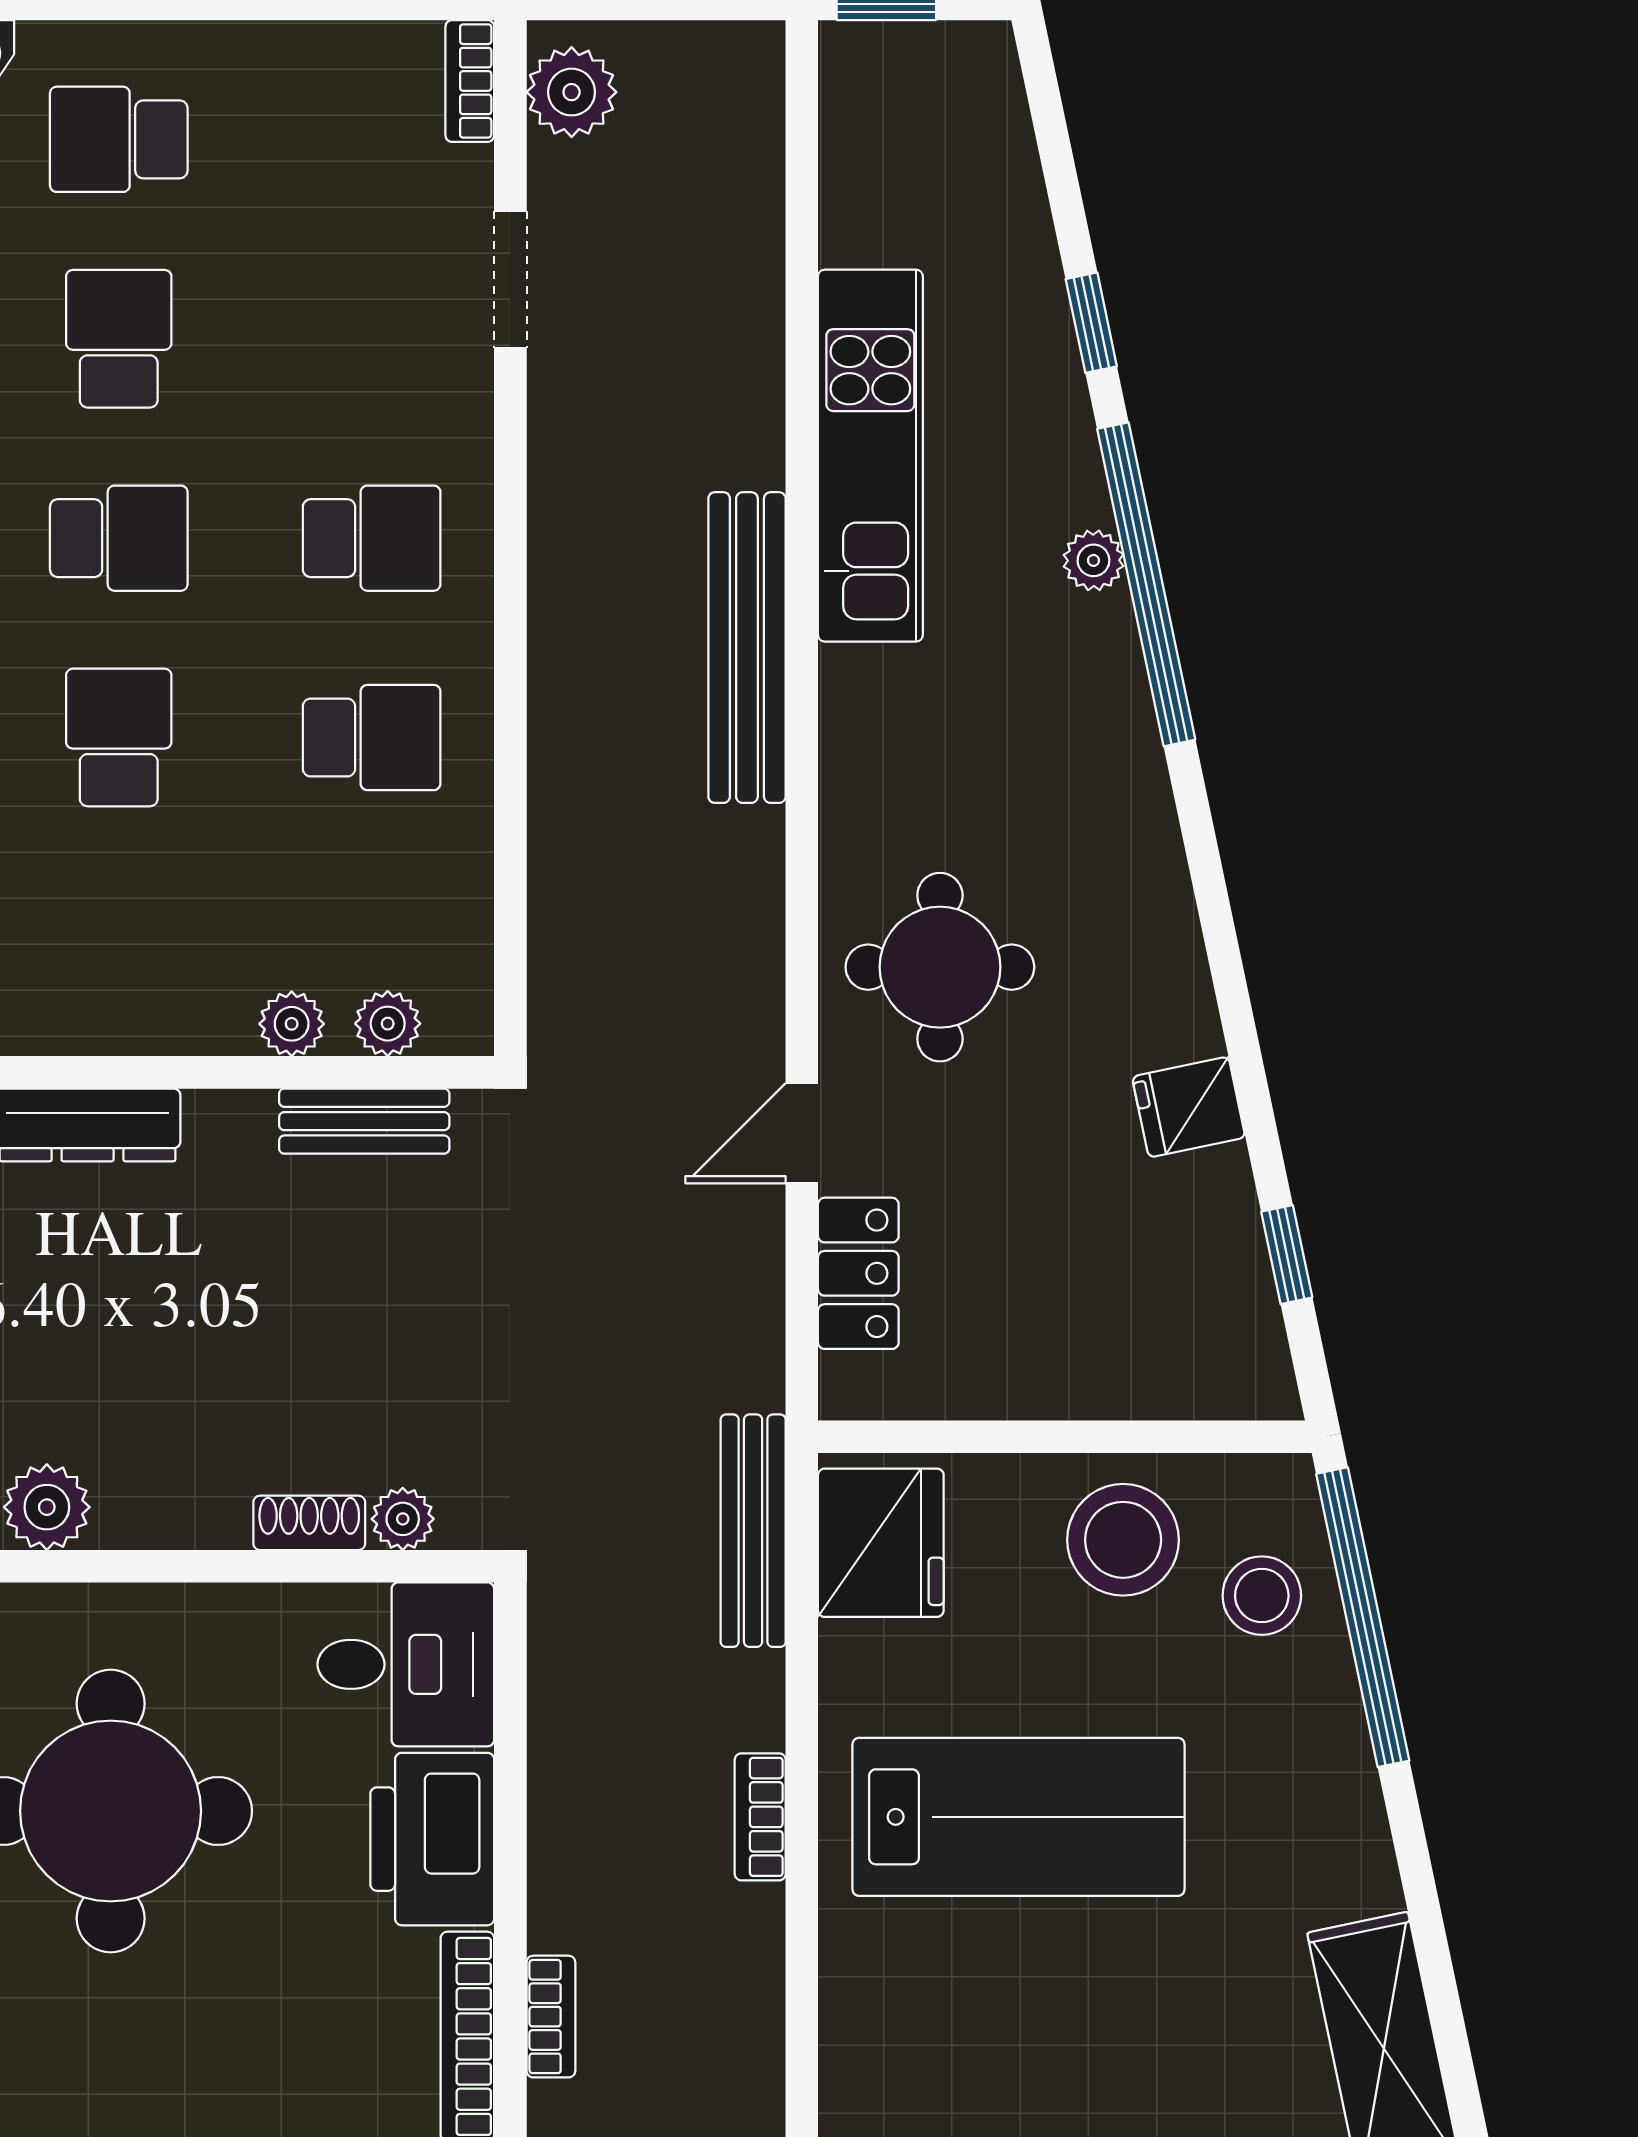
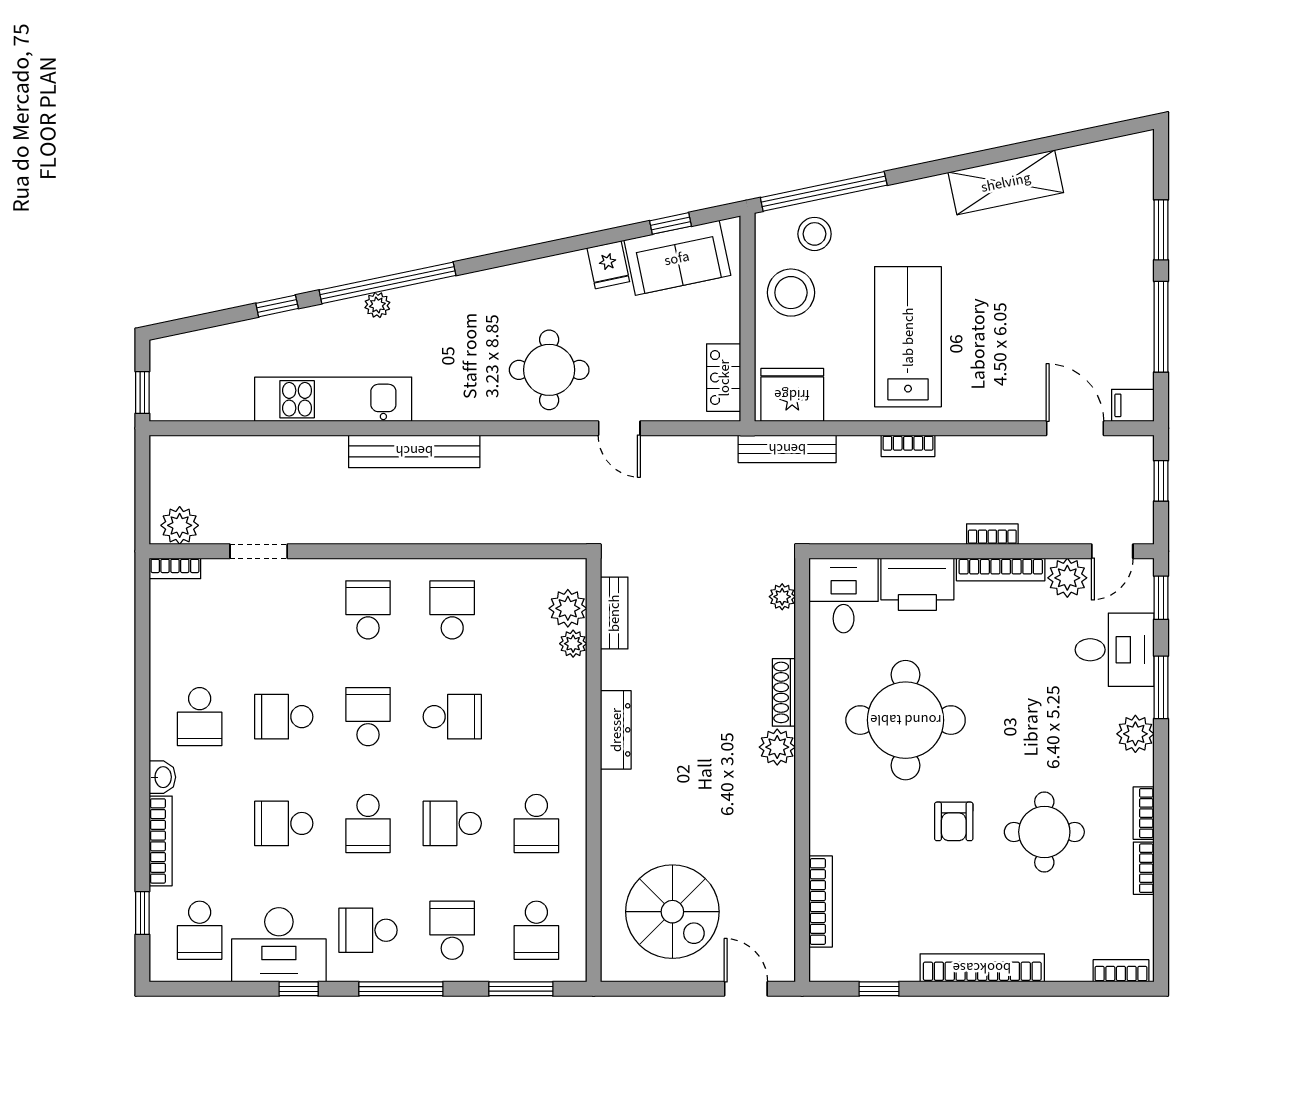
school desk: (119, 738) -> (452, 717), turned 180
plant: (388, 1024) -> (568, 608), width x1.38, depth x1.38
sofa: (1205, 1271) -> (677, 258), added
locker: (858, 1273) -> (724, 378), moved, turned -90
shoe rack: (309, 1523) -> (784, 692), moved, width x1.43

